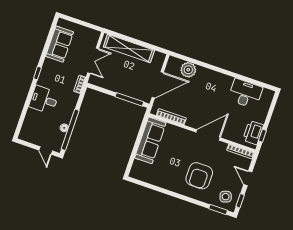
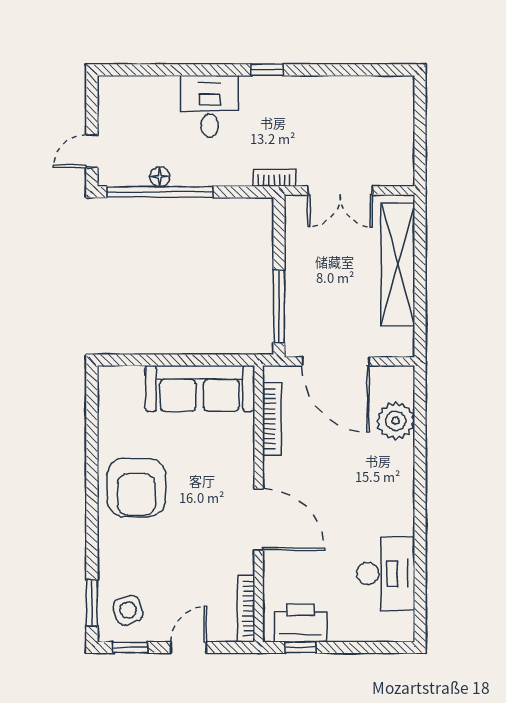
sofa: (60, 44) -> (353, 98), removed
armchair: (199, 176) -> (136, 487), moved, turned -90

